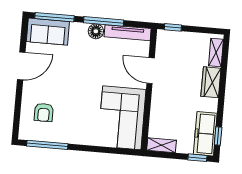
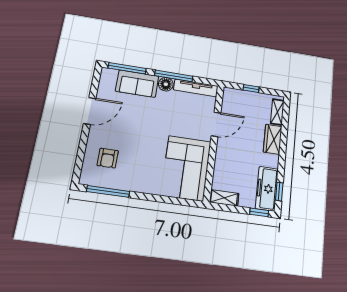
window: (173, 27) -> (251, 89), moved
sofa: (48, 32) -> (137, 84), moved
door: (151, 71) -> (216, 124), swing flipped

